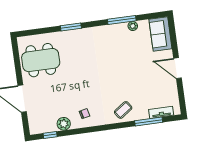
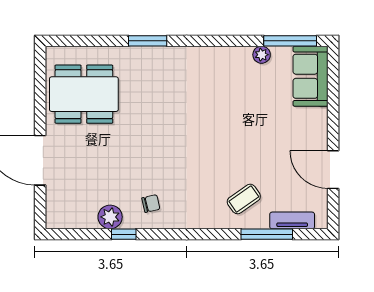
window: (122, 20) -> (290, 41), moved
door: (177, 68) -> (333, 170), moved
coffee table: (123, 110) -> (244, 199), moved
window: (50, 135) -> (124, 234), moved

